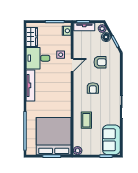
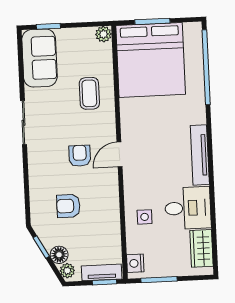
door: (72, 65) -> (120, 154), moved

